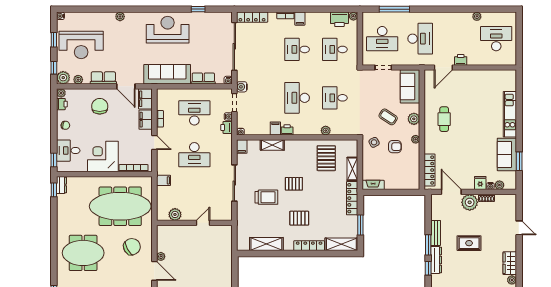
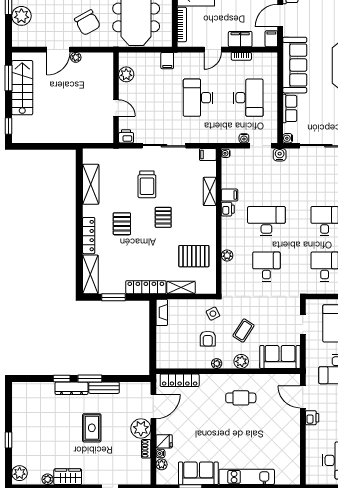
filing cabinet: (145, 99) -> (271, 39), width x0.50
printer: (227, 127) -> (126, 136), moved

